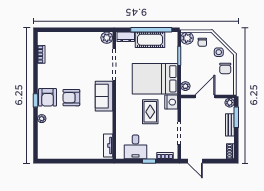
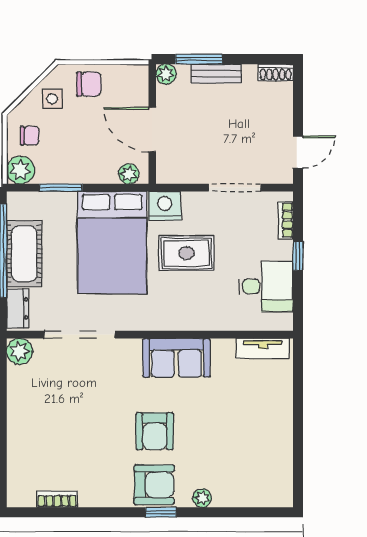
sofa: (104, 96) -> (176, 358), moved

